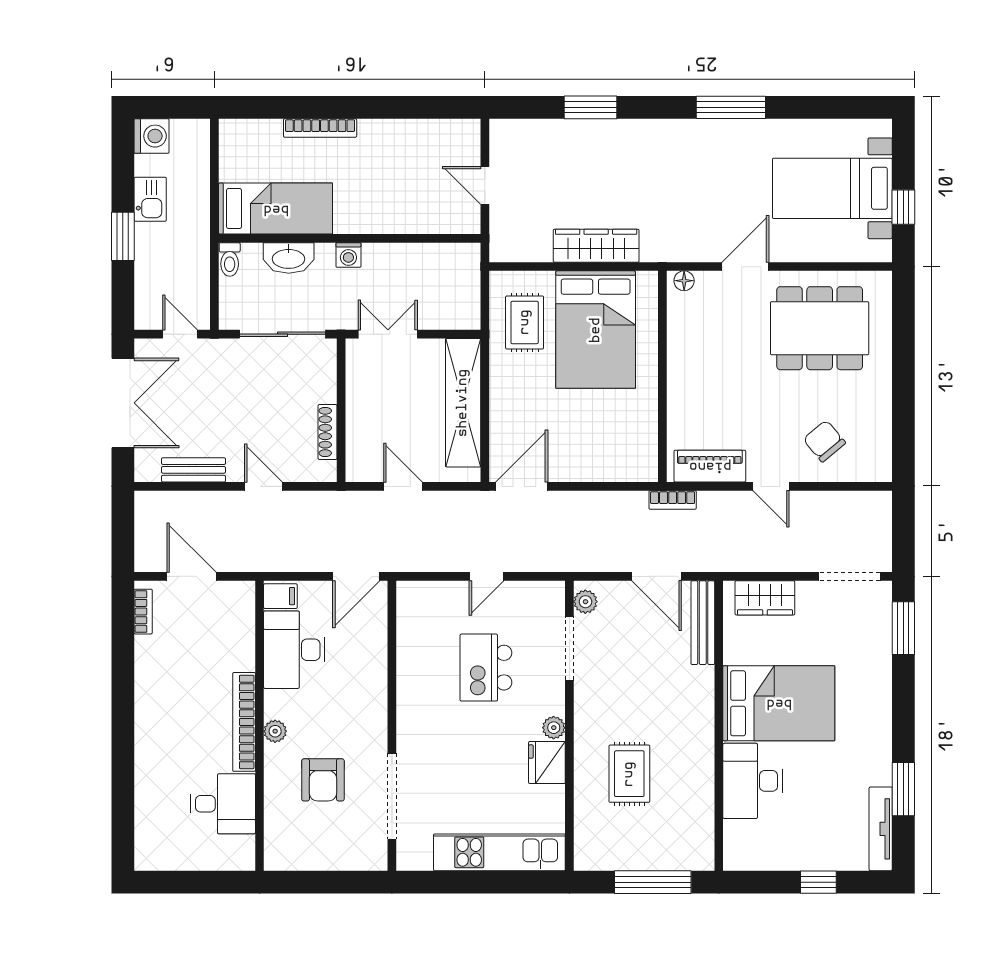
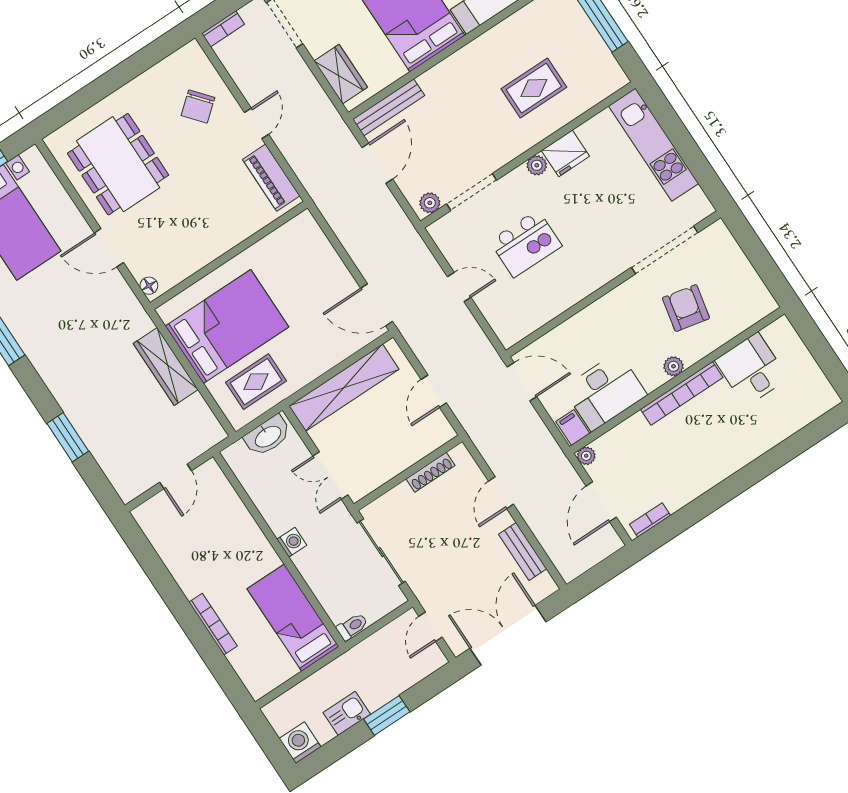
washbasin: (289, 258) -> (268, 436), moved, turned 90
bookcase: (673, 500) -> (223, 29), moved, turned 90
plant: (245, 591) -> (586, 456), added
armchair: (323, 780) -> (686, 308), turned -78

